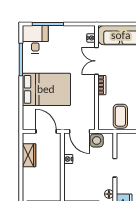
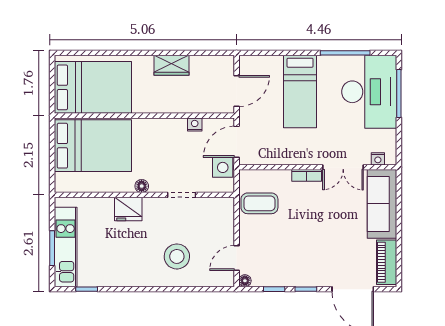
desk: (35, 39) -> (369, 92), width x1.87, depth x1.30
double door: (97, 61) -> (343, 167), swing flipped
bed: (46, 89) -> (300, 91), width x0.67
wardrobe: (29, 155) -> (171, 65), moved

